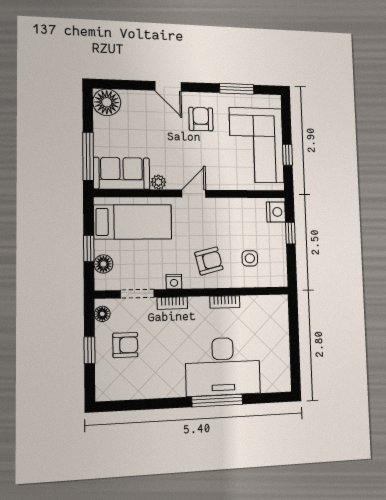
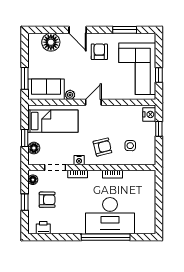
floor lamp: (107, 102) -> (51, 42), moved
window: (88, 156) -> (25, 78), width x0.69
printer: (120, 390) -> (43, 228), added
window: (217, 400) -> (106, 237), width x1.46

